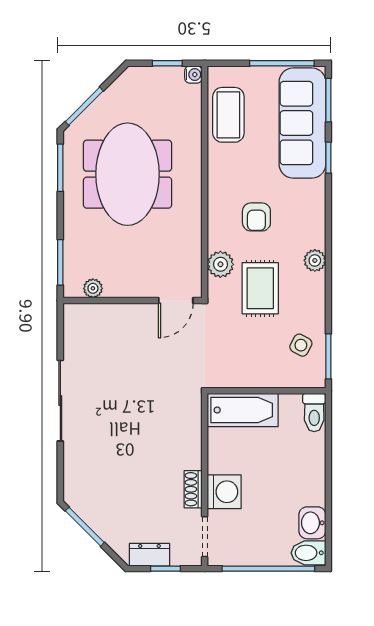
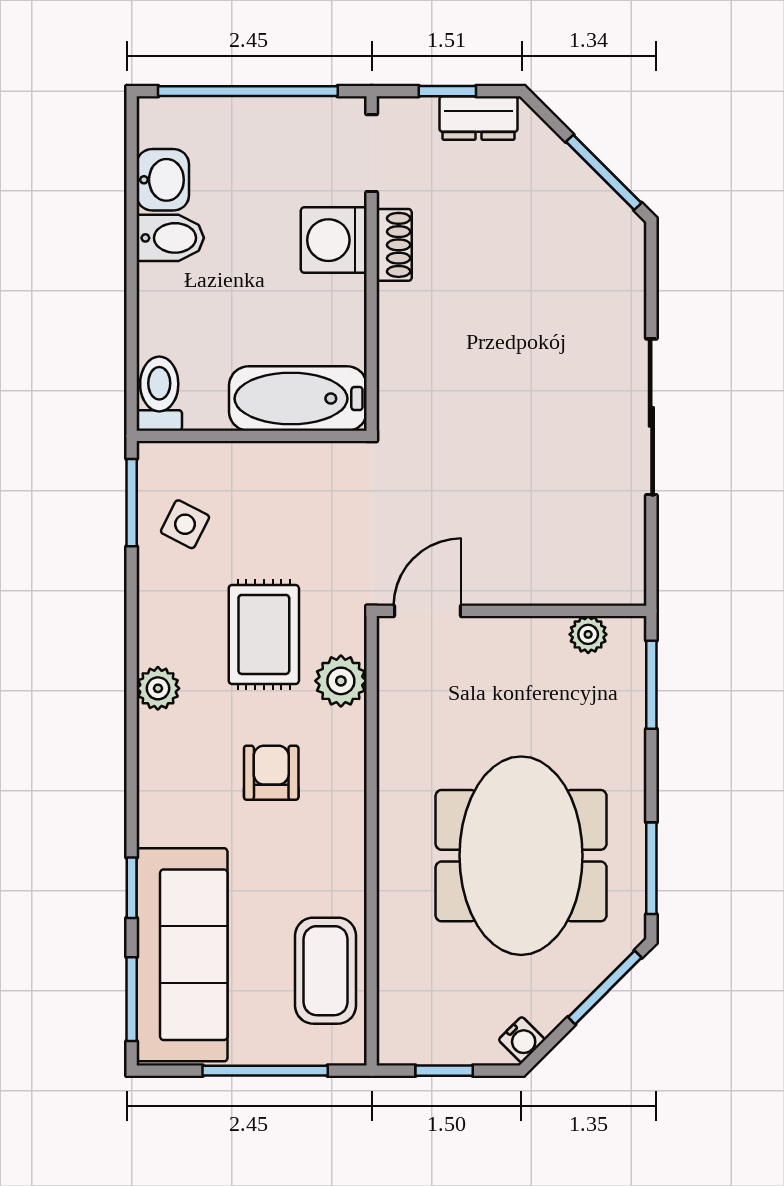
window: (282, 63) -> (265, 1071), moved
water cooler: (193, 75) -> (522, 1040), moved, turned -135
bidet: (308, 553) -> (170, 238), moved

